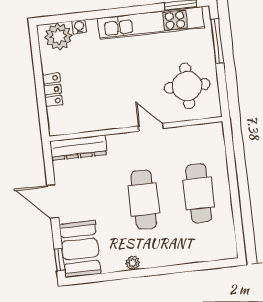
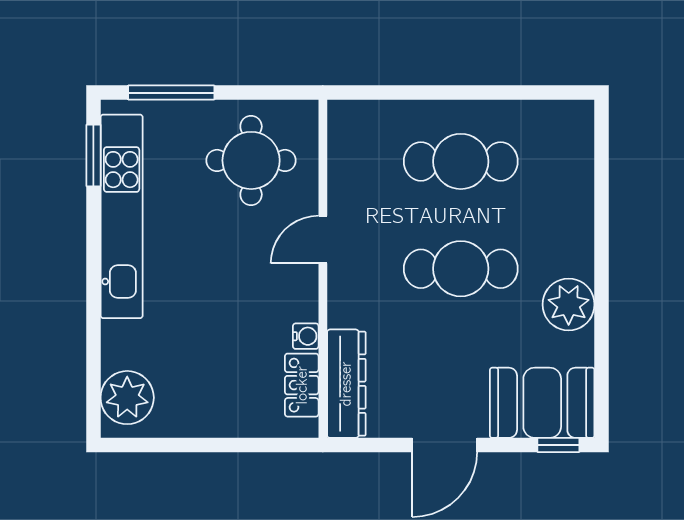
water cooler: (79, 27) -> (306, 336), moved, turned 180
locker: (52, 90) -> (302, 385), moved, turned -90
plant: (133, 263) -> (569, 304), width x1.87, depth x1.87

